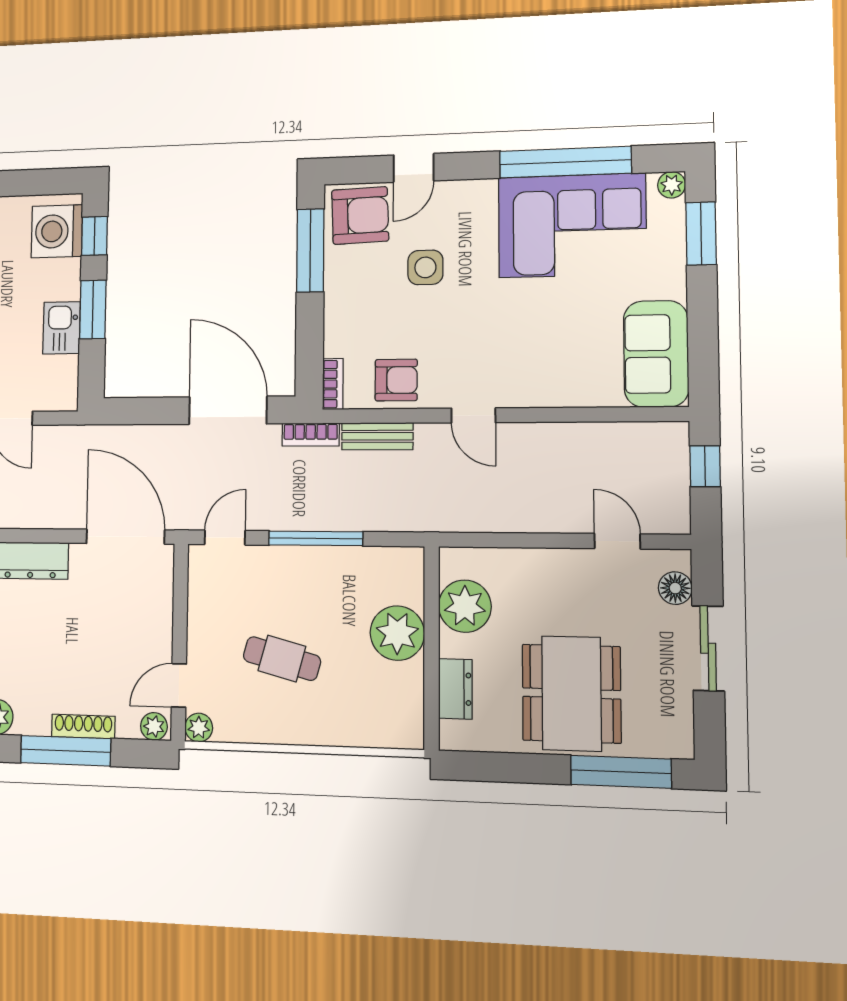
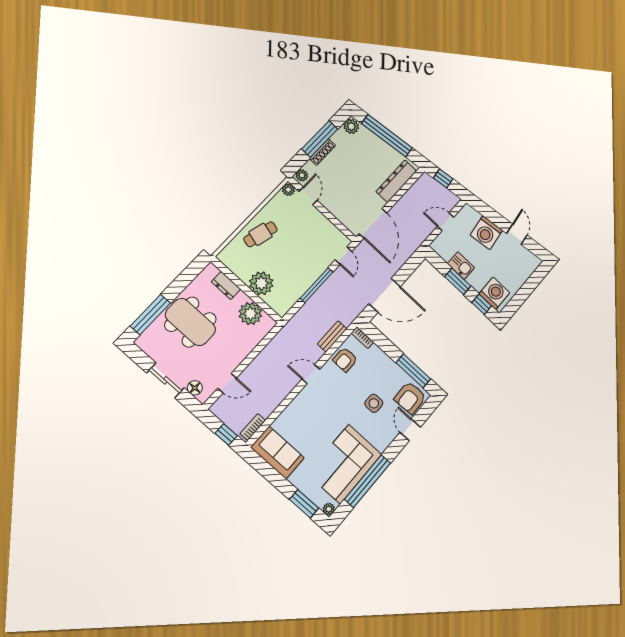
bookcase: (311, 435) -> (253, 427), moved
door: (125, 537) -> (373, 223), hinge flipped
cafe table: (282, 659) -> (261, 234), moved

